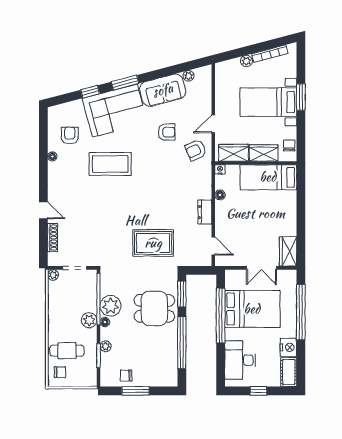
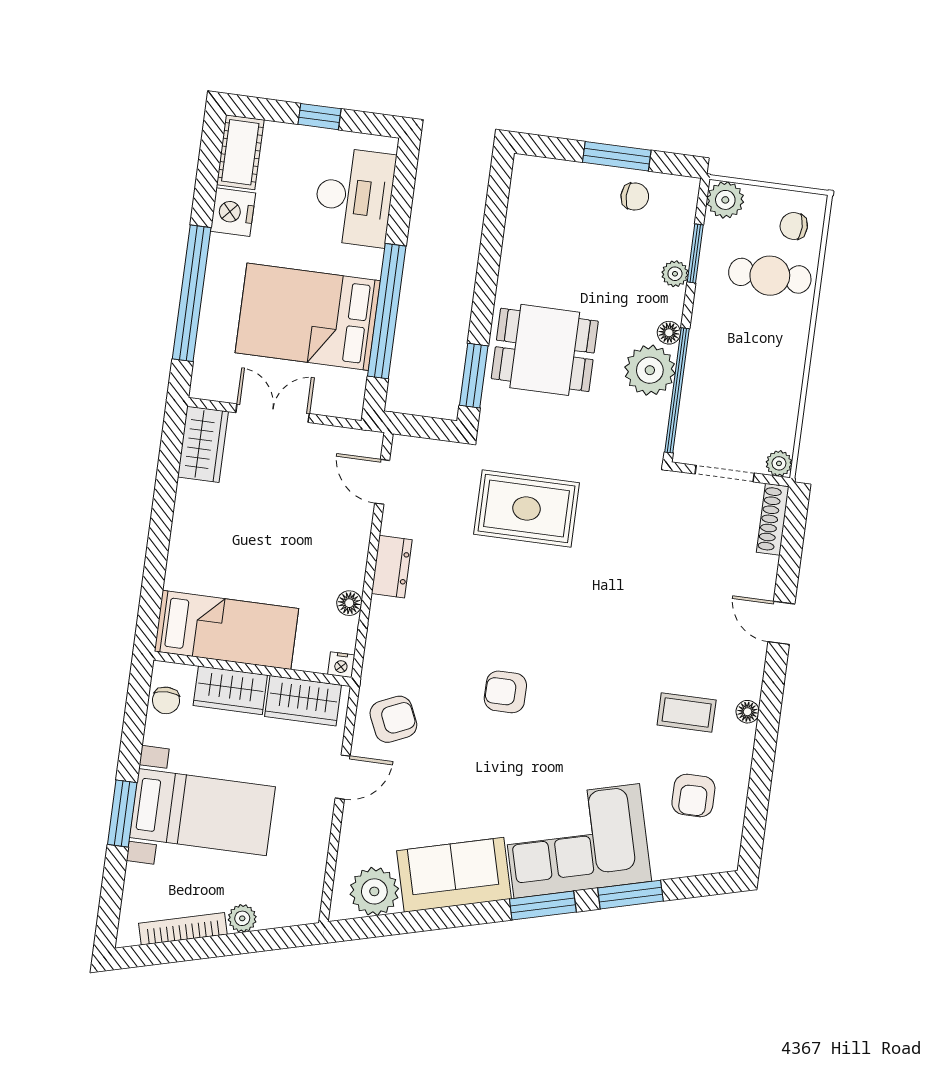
plant: (188, 76) -> (374, 891), width x1.88, depth x1.88
window: (90, 92) -> (630, 895), width x1.50
armchair: (167, 132) -> (505, 692), moved
floor lamp: (52, 156) -> (748, 712), moved
coffee table: (110, 164) -> (687, 713), moved, width x0.54, depth x0.58
shoe rack: (53, 238) -> (773, 519), moved
plant: (89, 320) -> (725, 200), moved
window: (182, 343) -> (489, 258), removed

